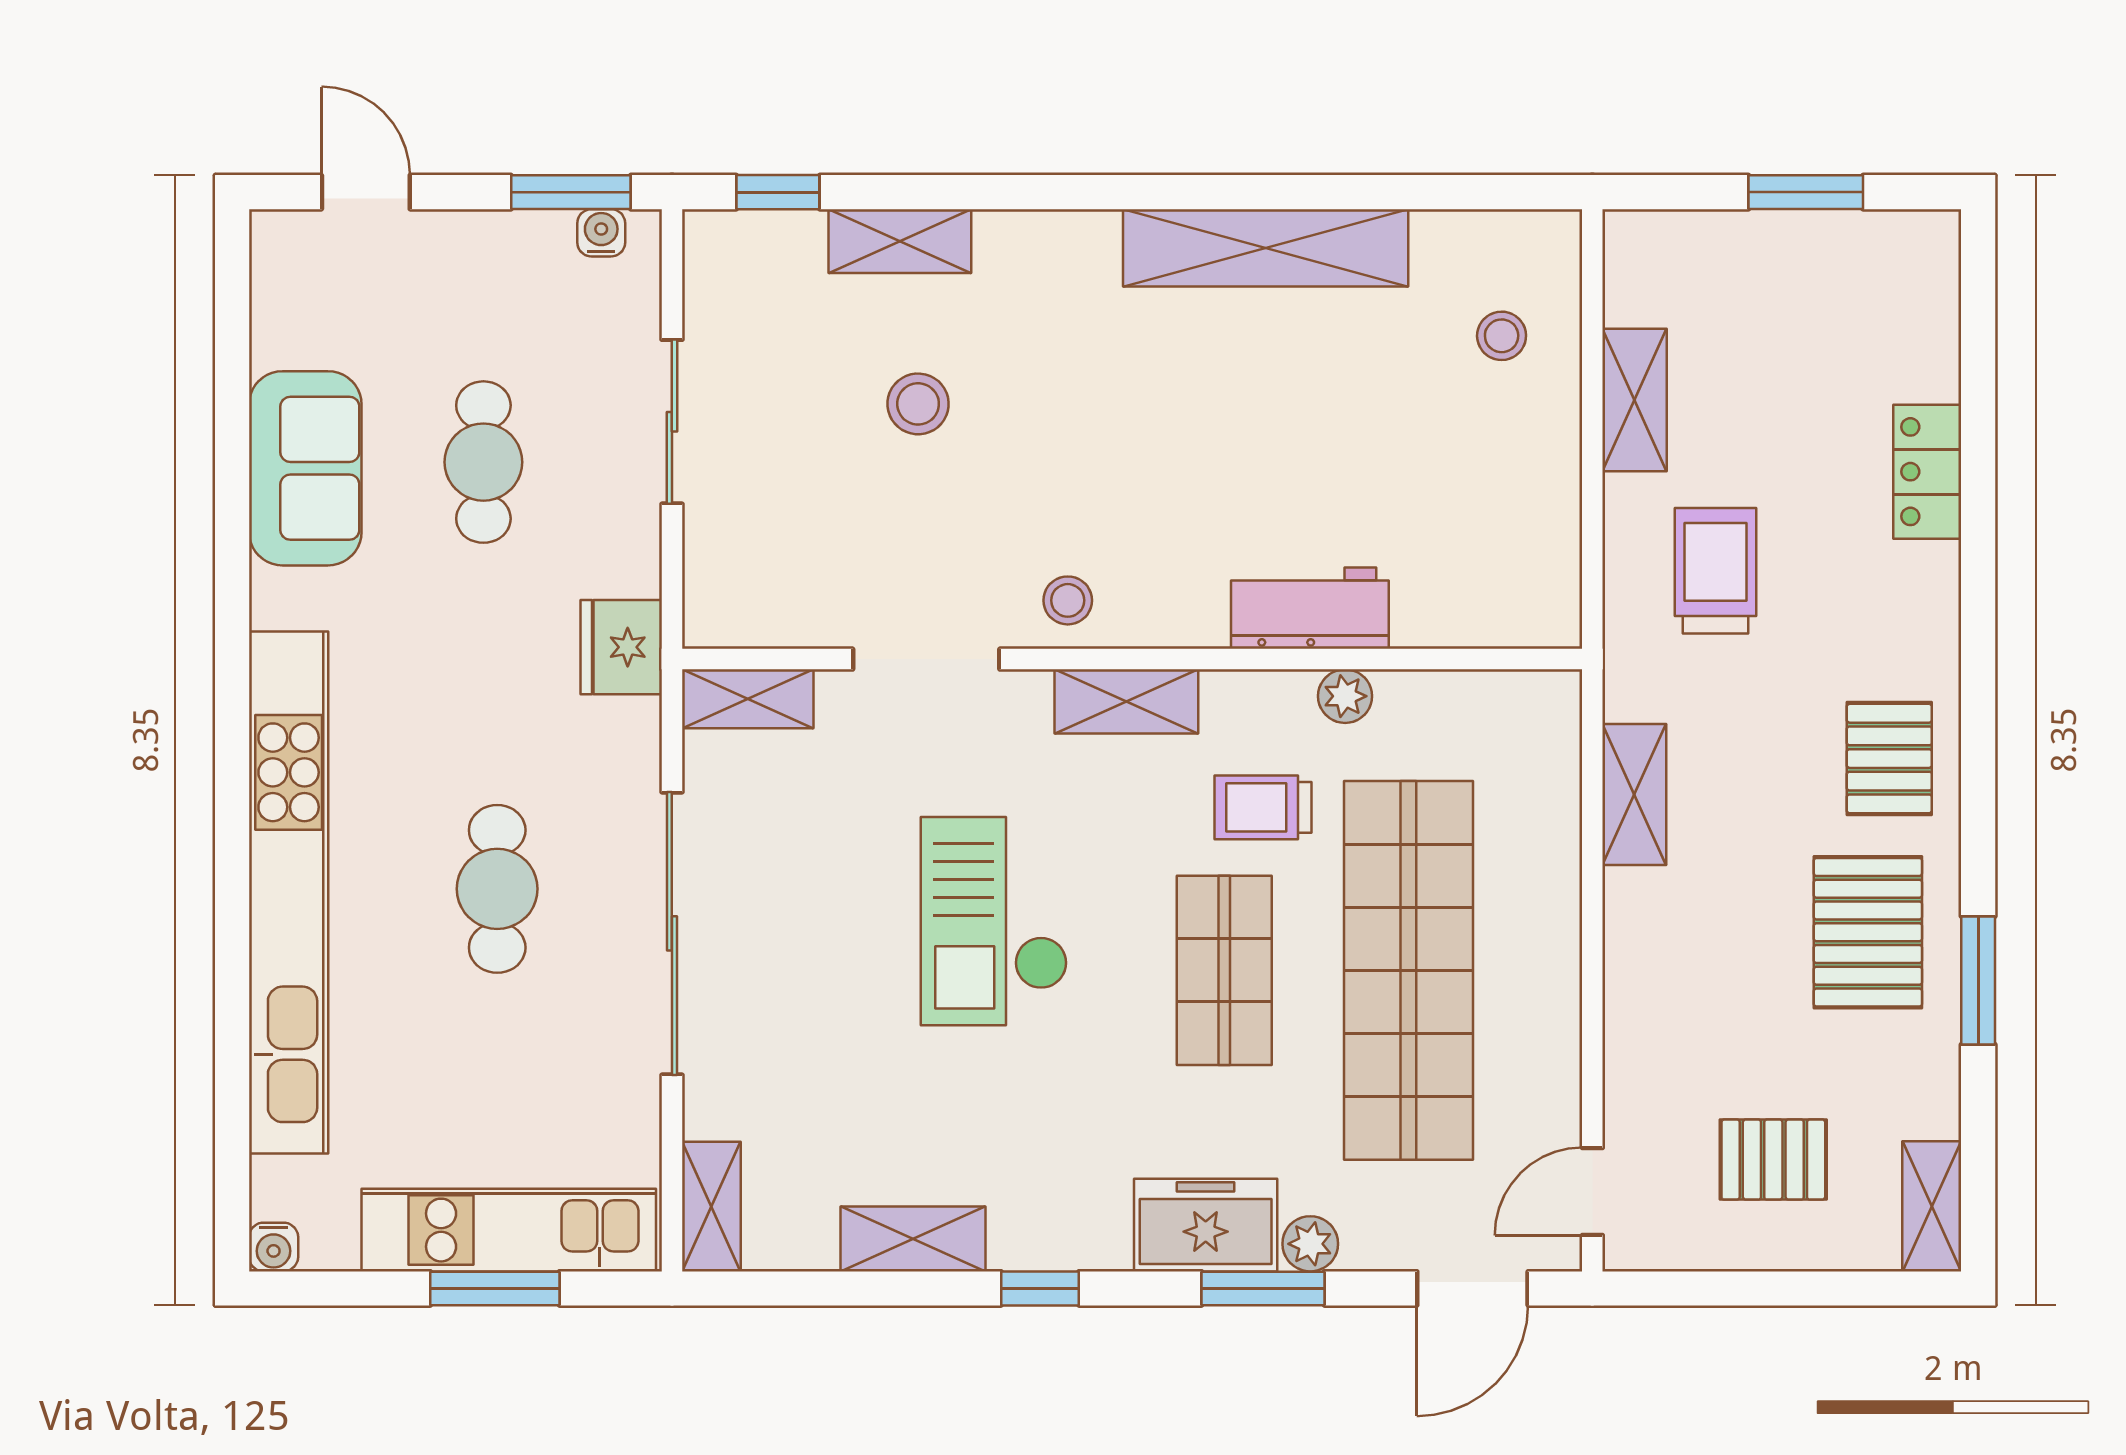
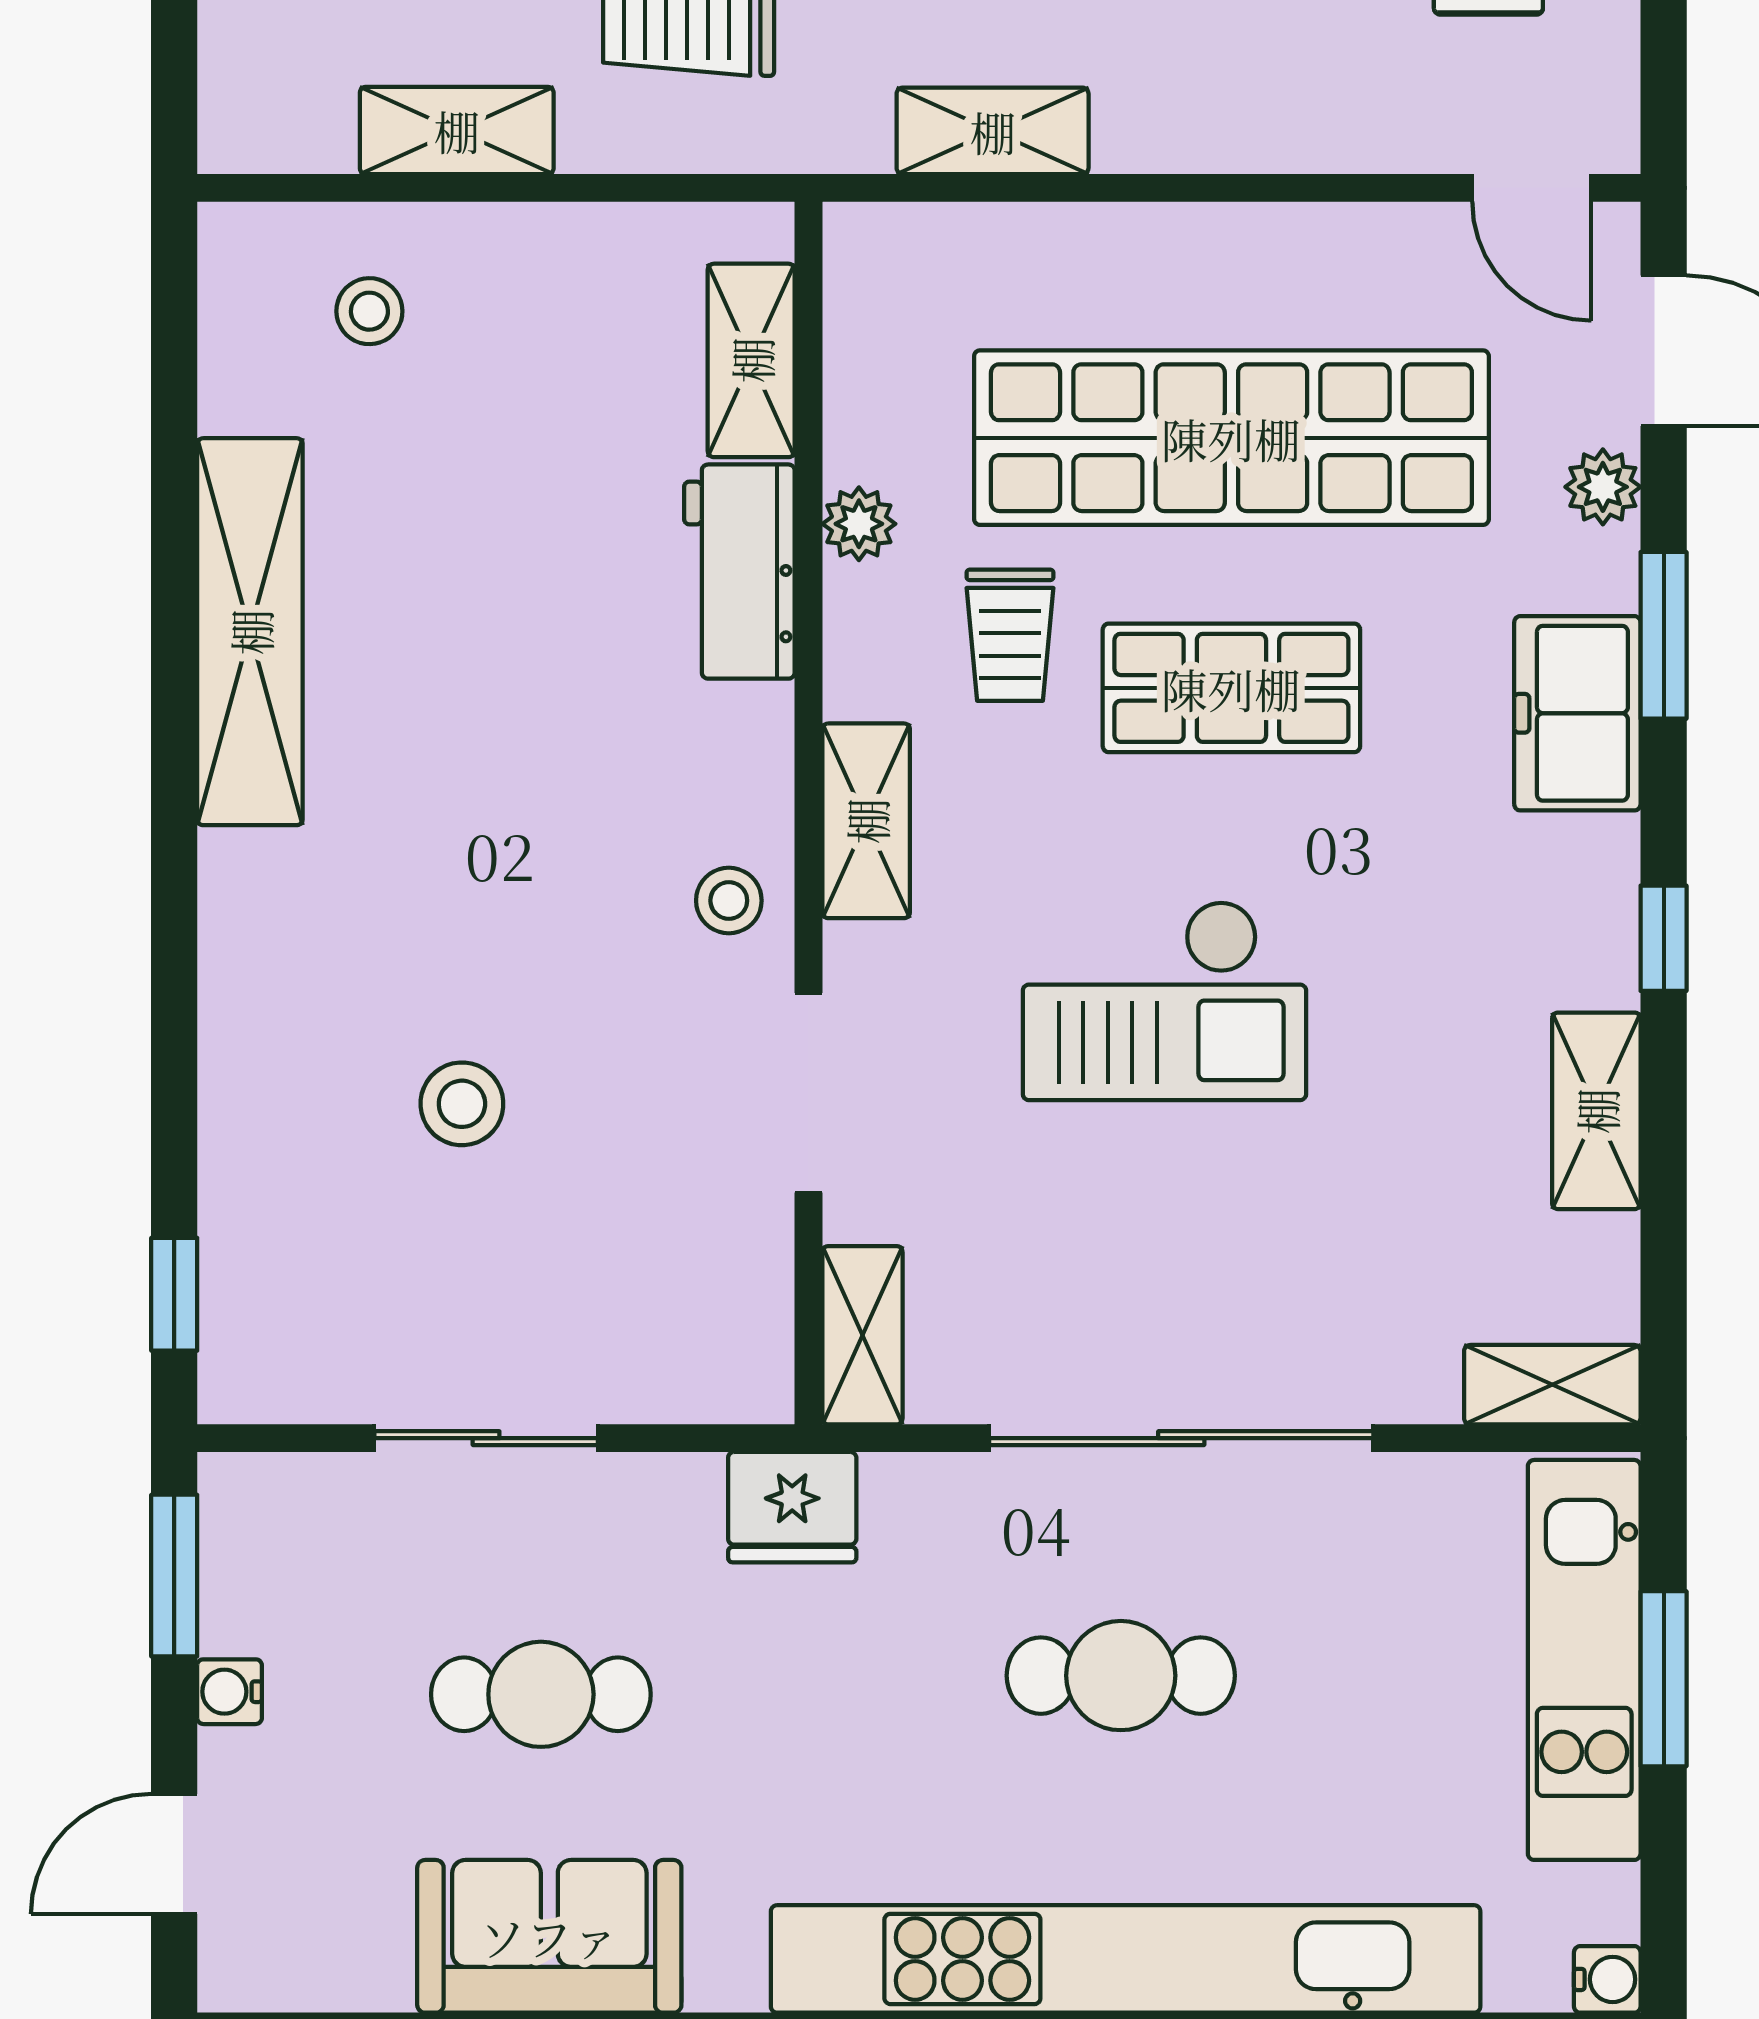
water cooler: (601, 233) -> (230, 1692), moved
shelving: (900, 241) -> (751, 360), moved
plant: (1310, 1244) -> (1603, 487), moved

